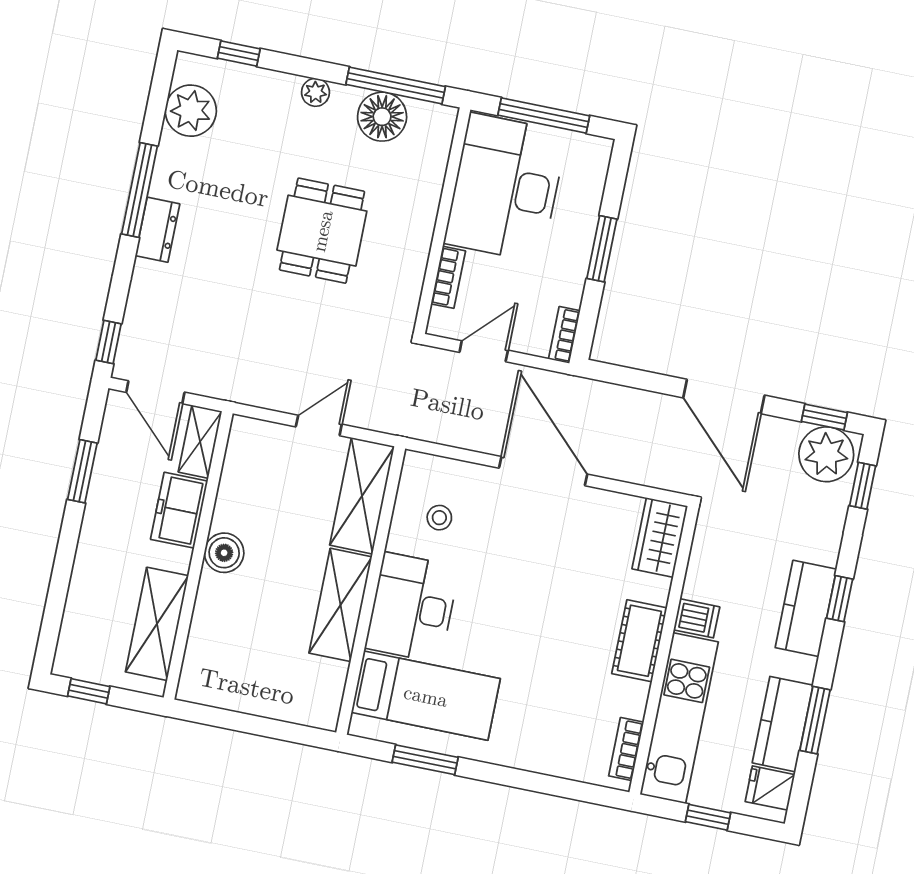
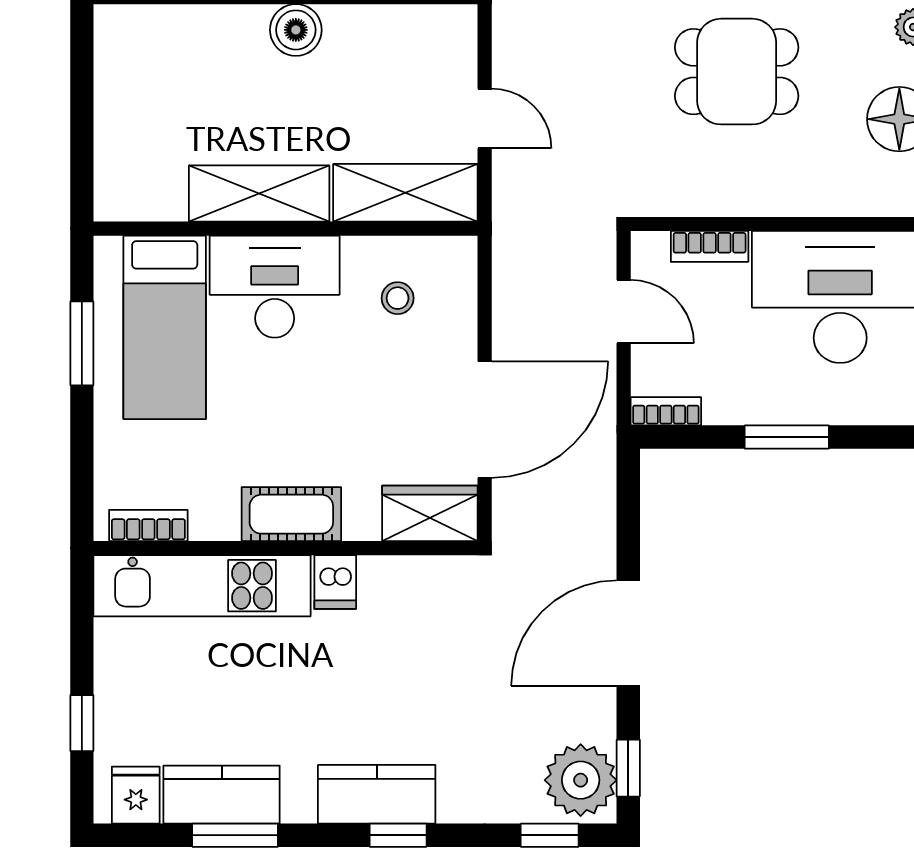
wardrobe: (660, 537) -> (430, 513), moved
dishwasher: (697, 618) -> (335, 582), moved
cot: (639, 641) -> (291, 514), moved
wall: (664, 650) -> (286, 548), moved
kitchen unit: (679, 718) -> (202, 586), moved
bookcase: (626, 749) -> (148, 525), moved

